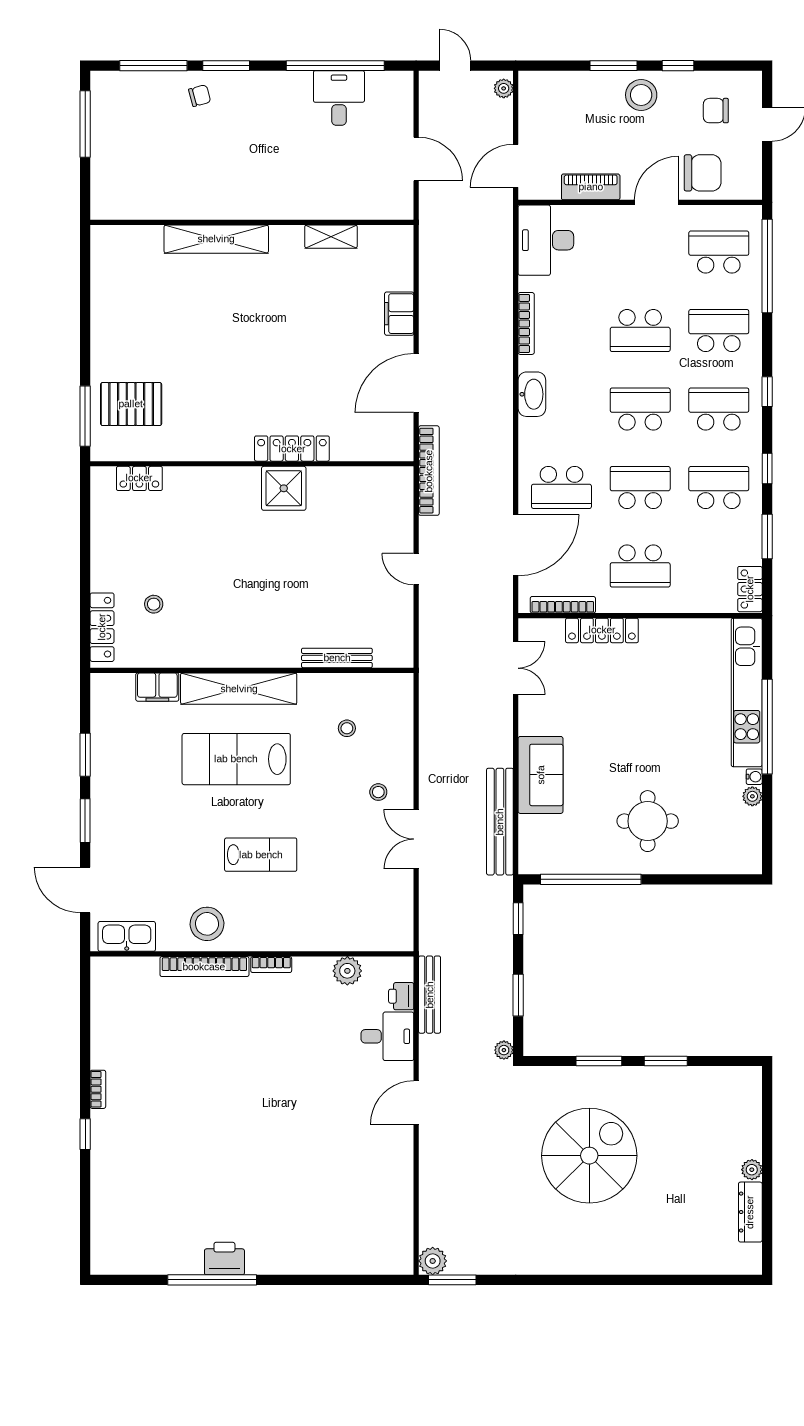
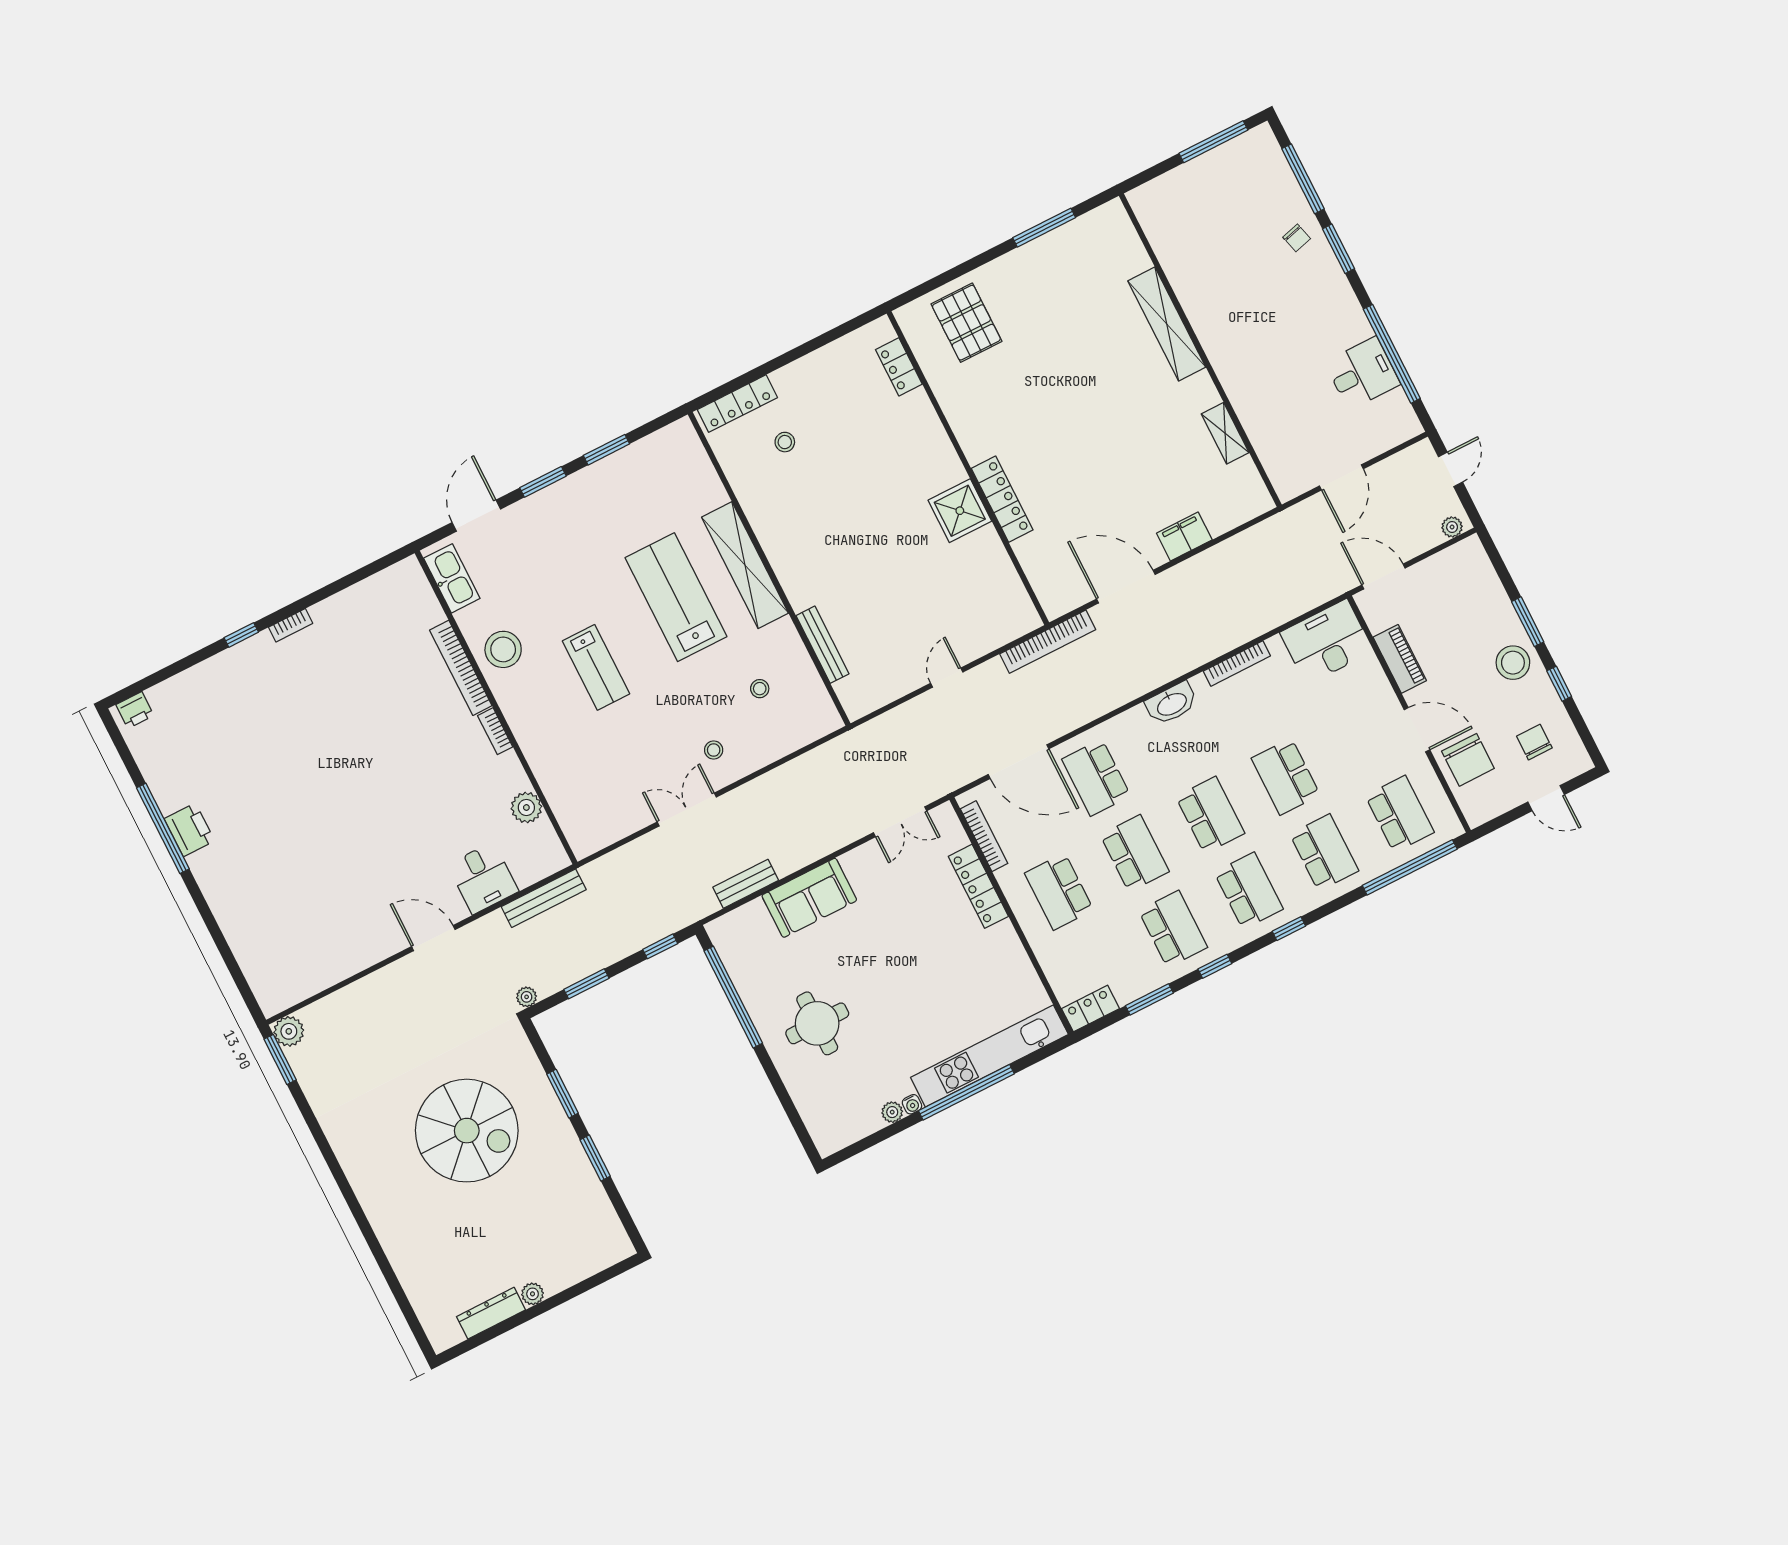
window: (85, 416) -> (1044, 228), moved
filing cabinet: (157, 687) -> (707, 486), removed
bench: (500, 822) -> (746, 884), width x0.54, depth x0.82
printer: (401, 996) -> (135, 710), moved, turned 180

